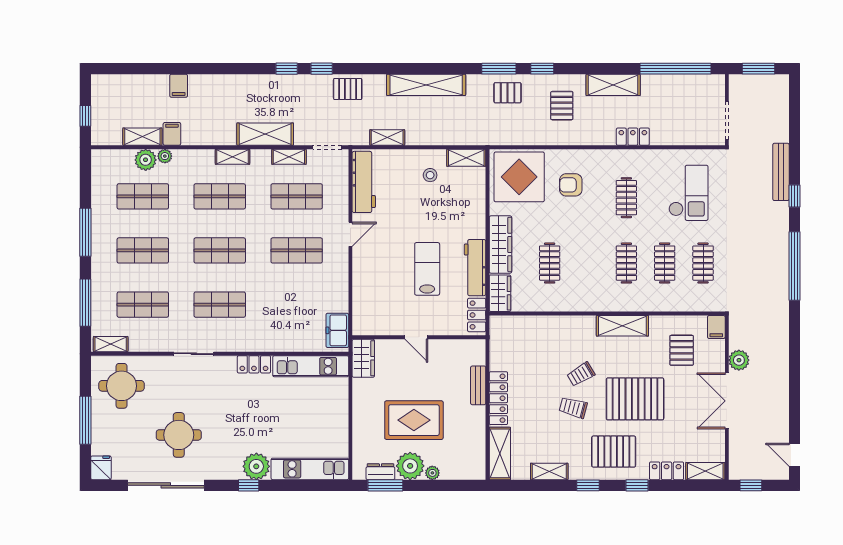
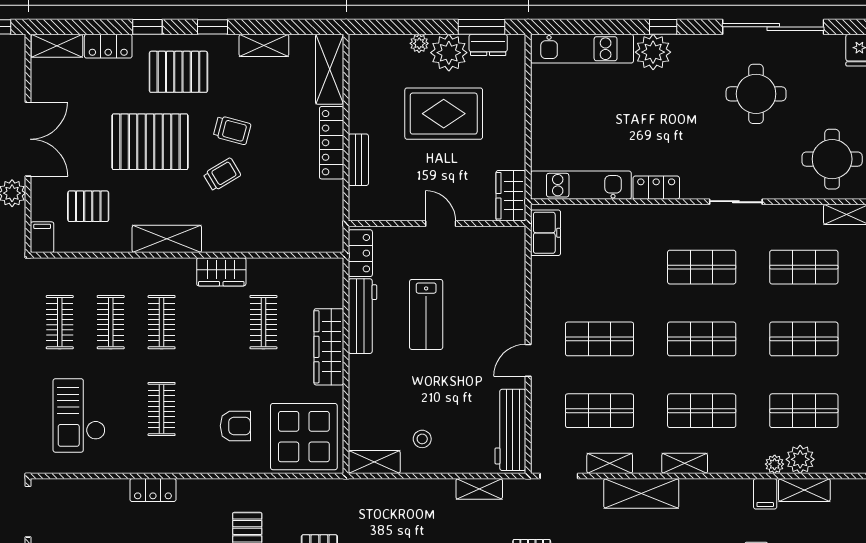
wardrobe: (500, 293) -> (221, 272), moved, turned -90
pallet: (682, 350) -> (88, 206), turned 90

